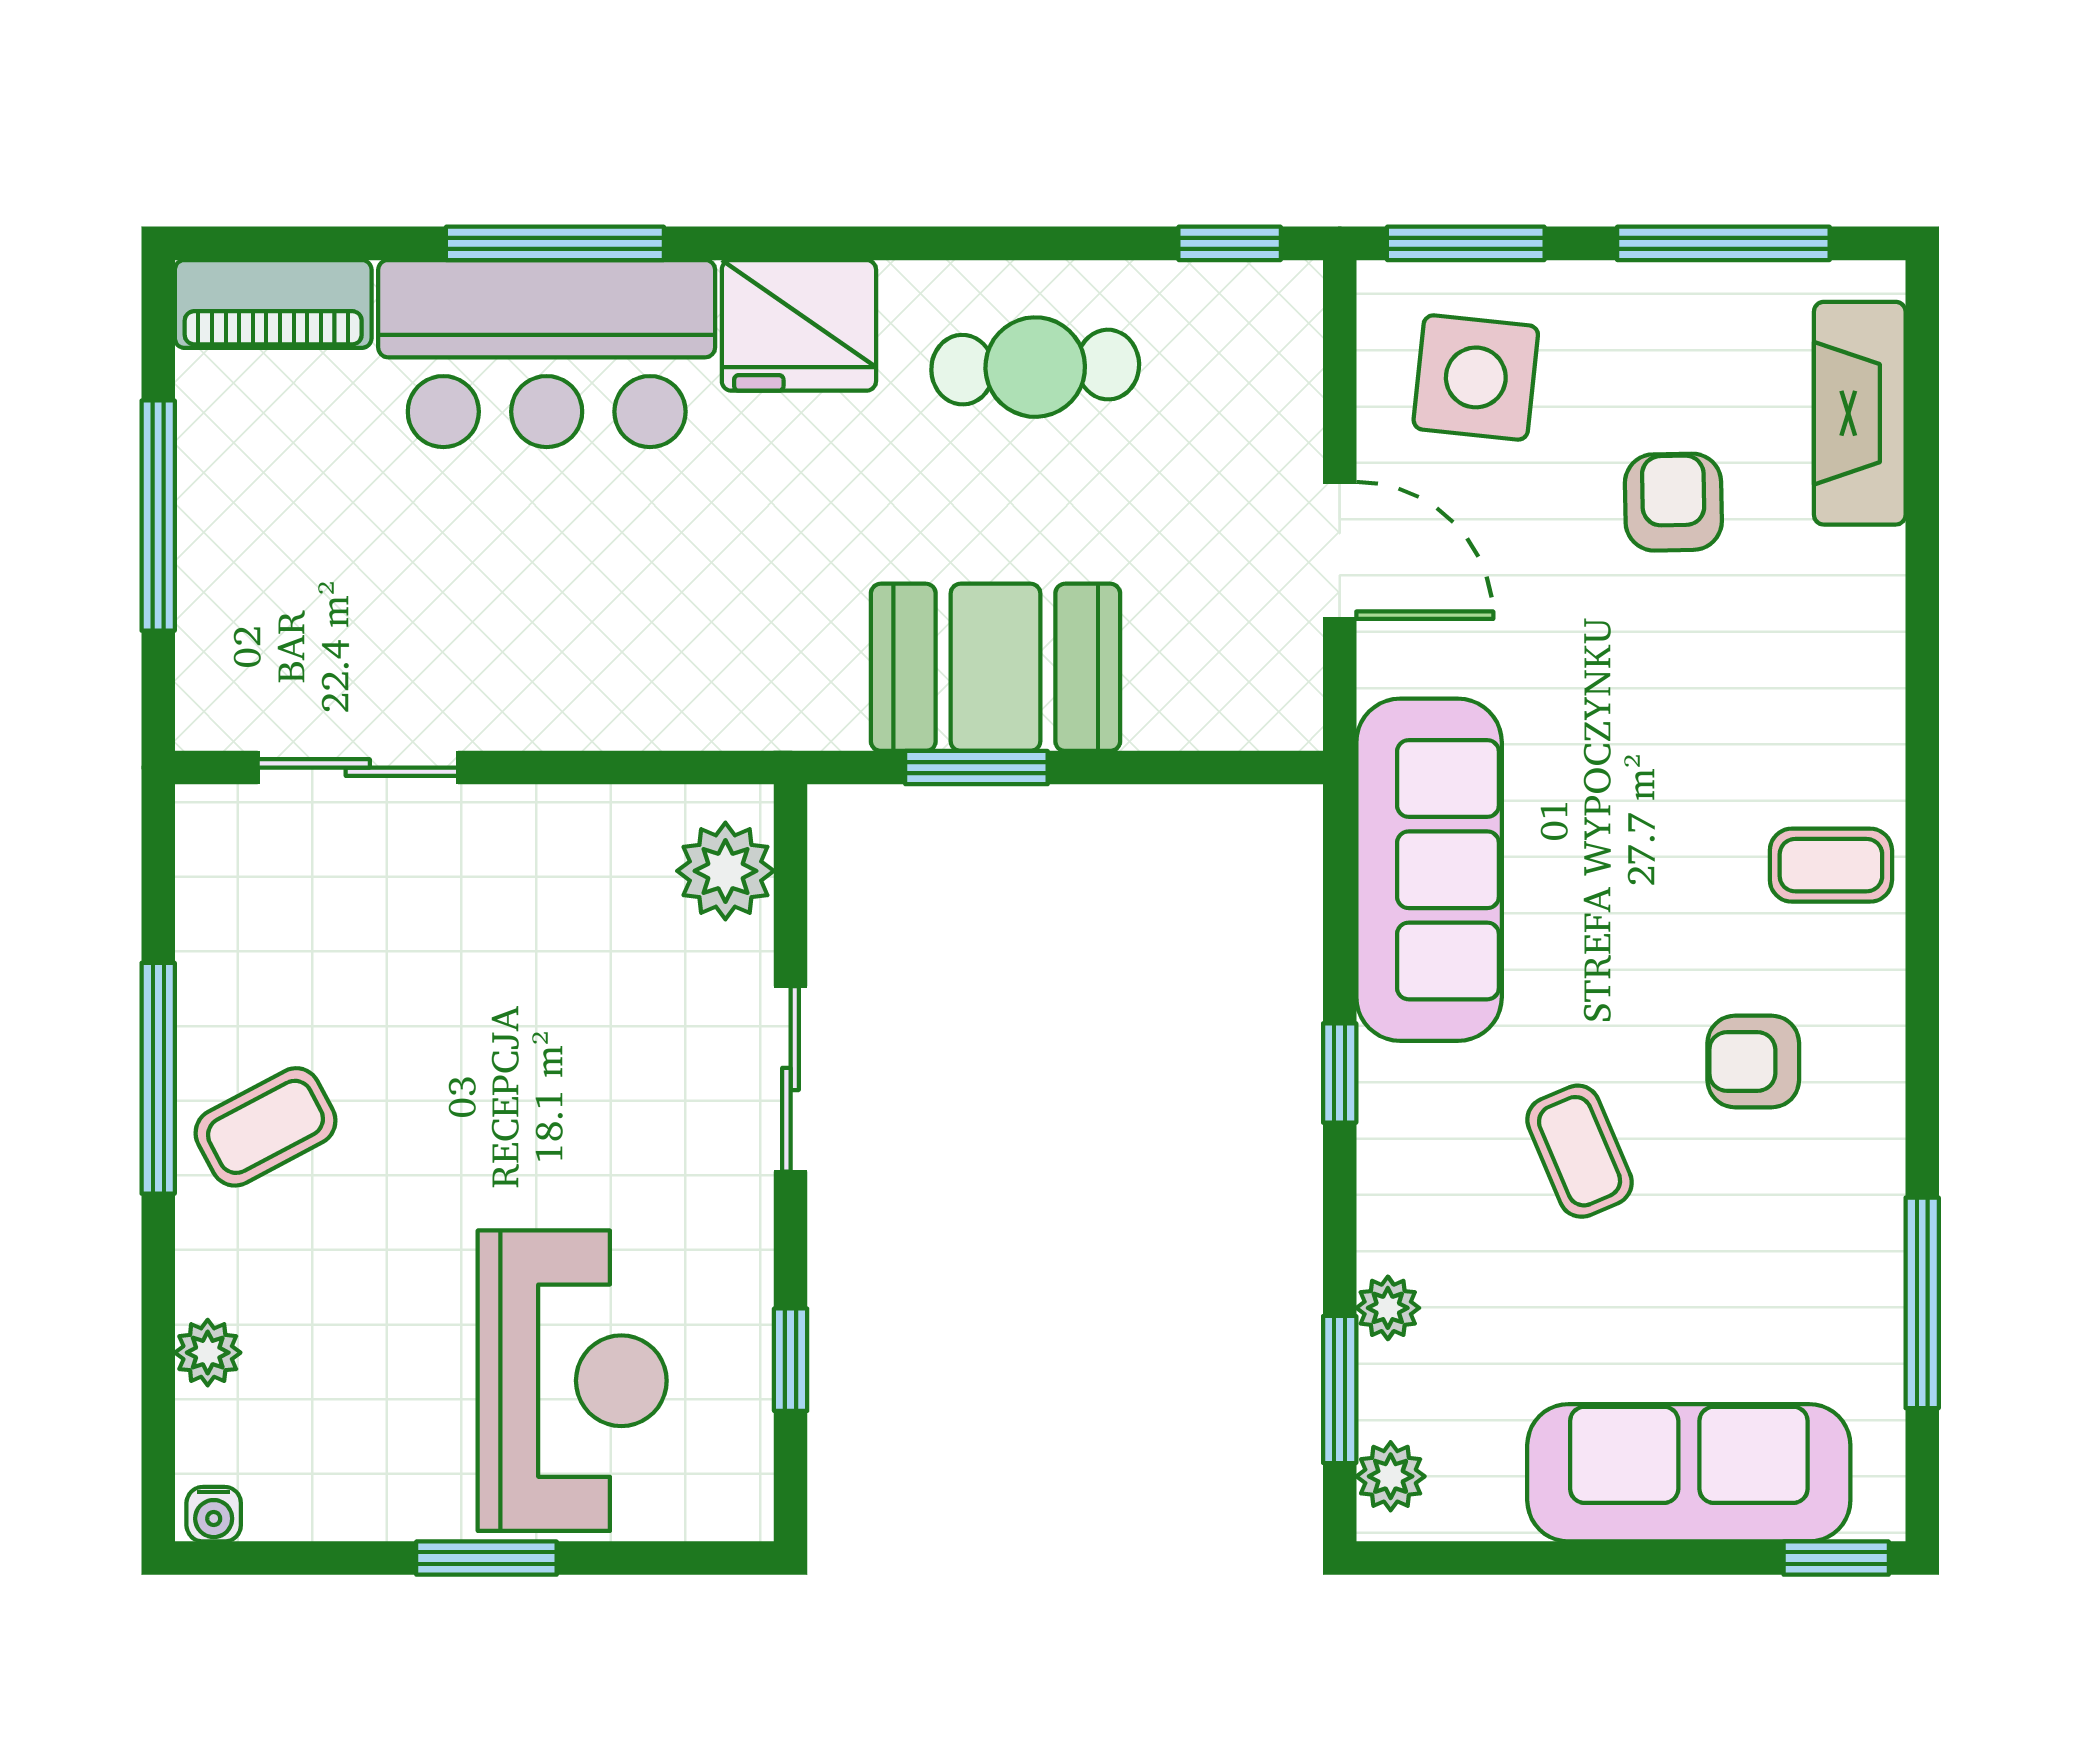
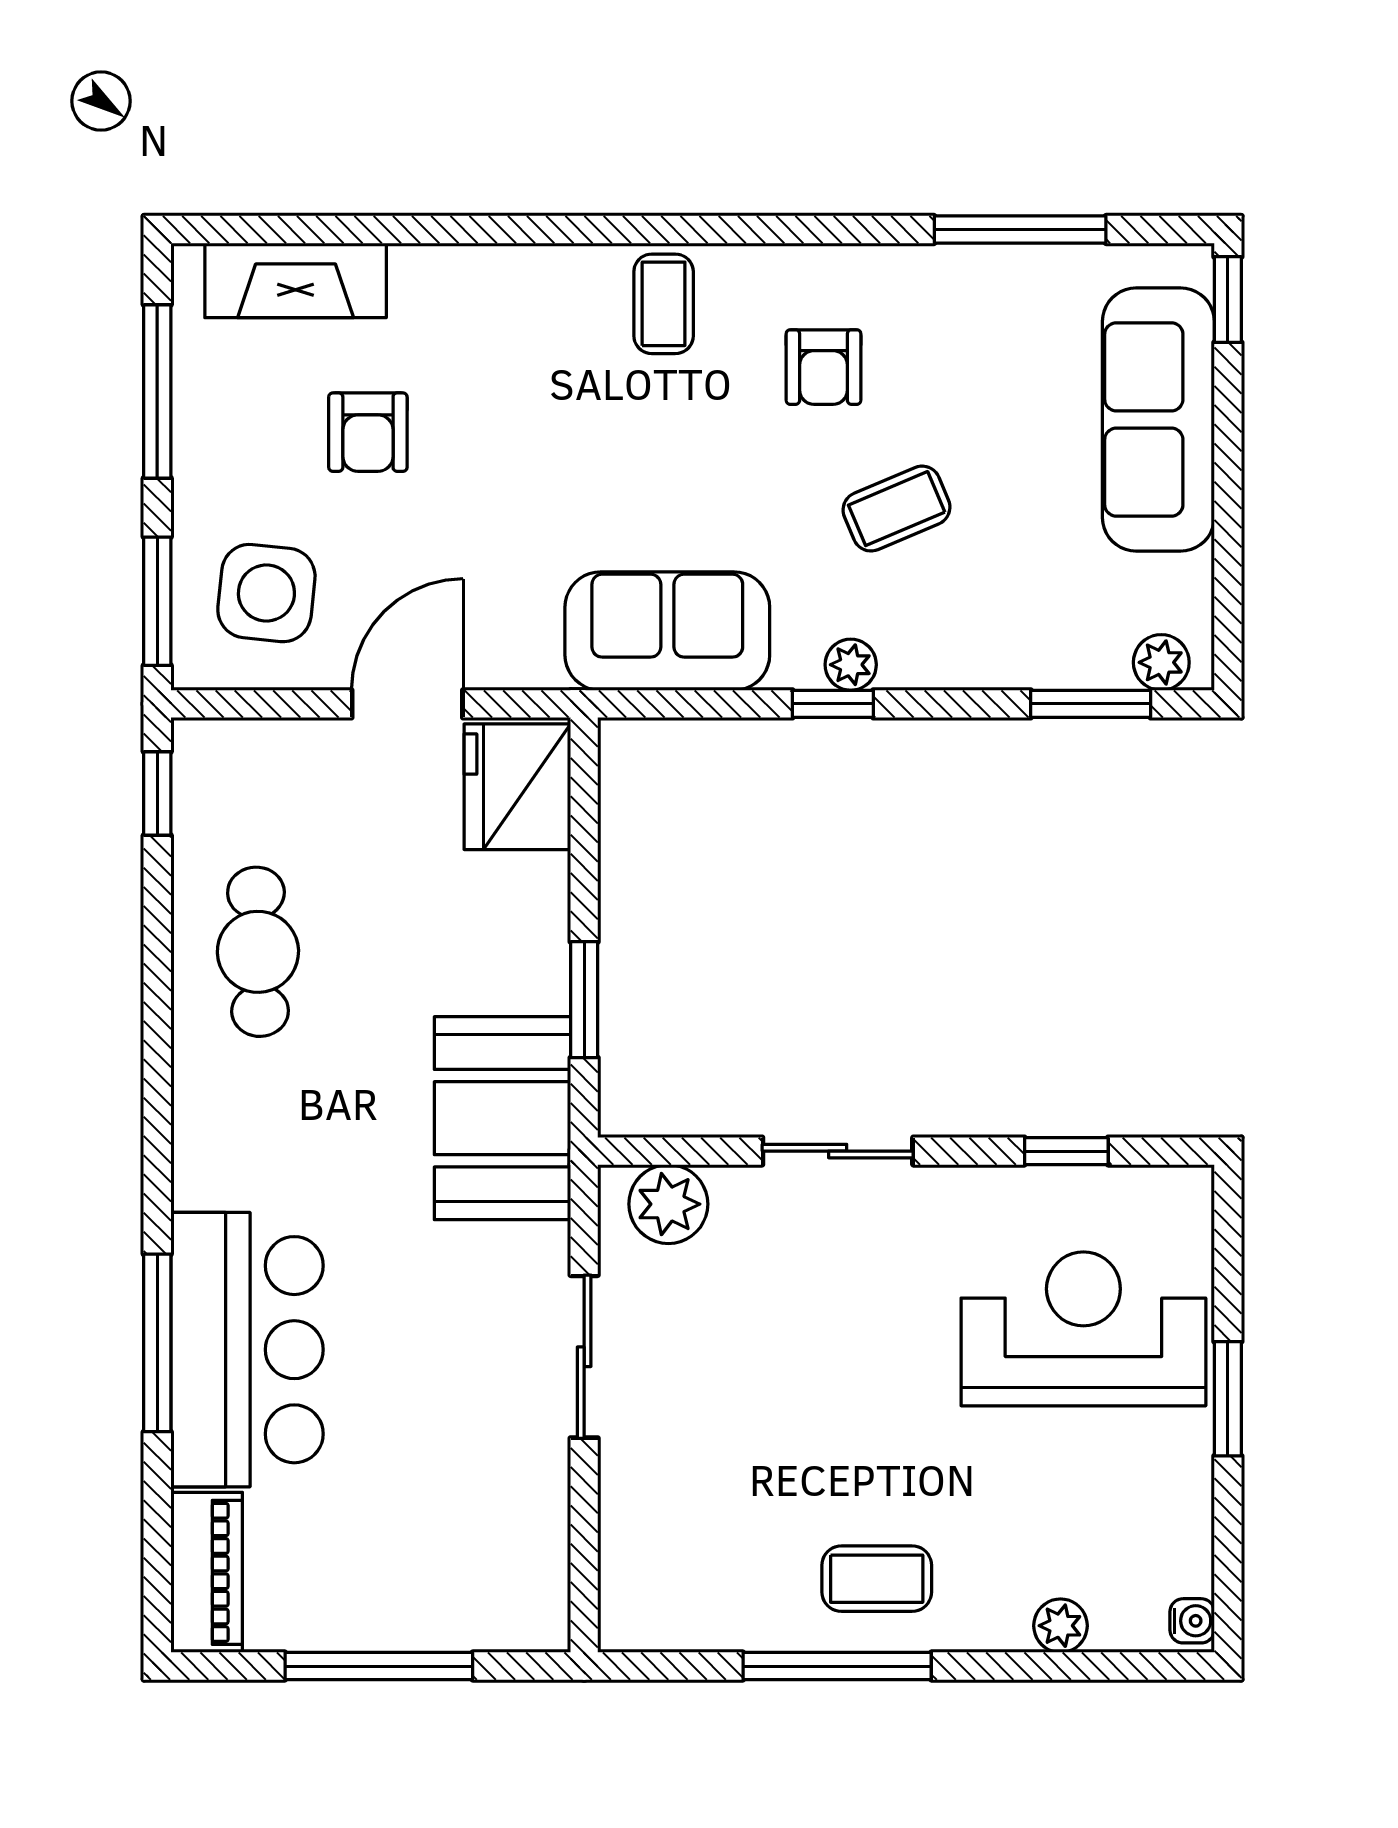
fridge: (799, 325) -> (517, 787), moved, turned 180
armchair: (1673, 502) -> (368, 432), turned -89
booth: (996, 667) -> (502, 1118), moved
sliding door: (358, 768) -> (584, 1357), moved
sofa: (1429, 870) -> (667, 631), width x0.73
coffee table: (265, 1127) -> (877, 1579), turned -62
plant: (1388, 1308) -> (851, 665), moved

